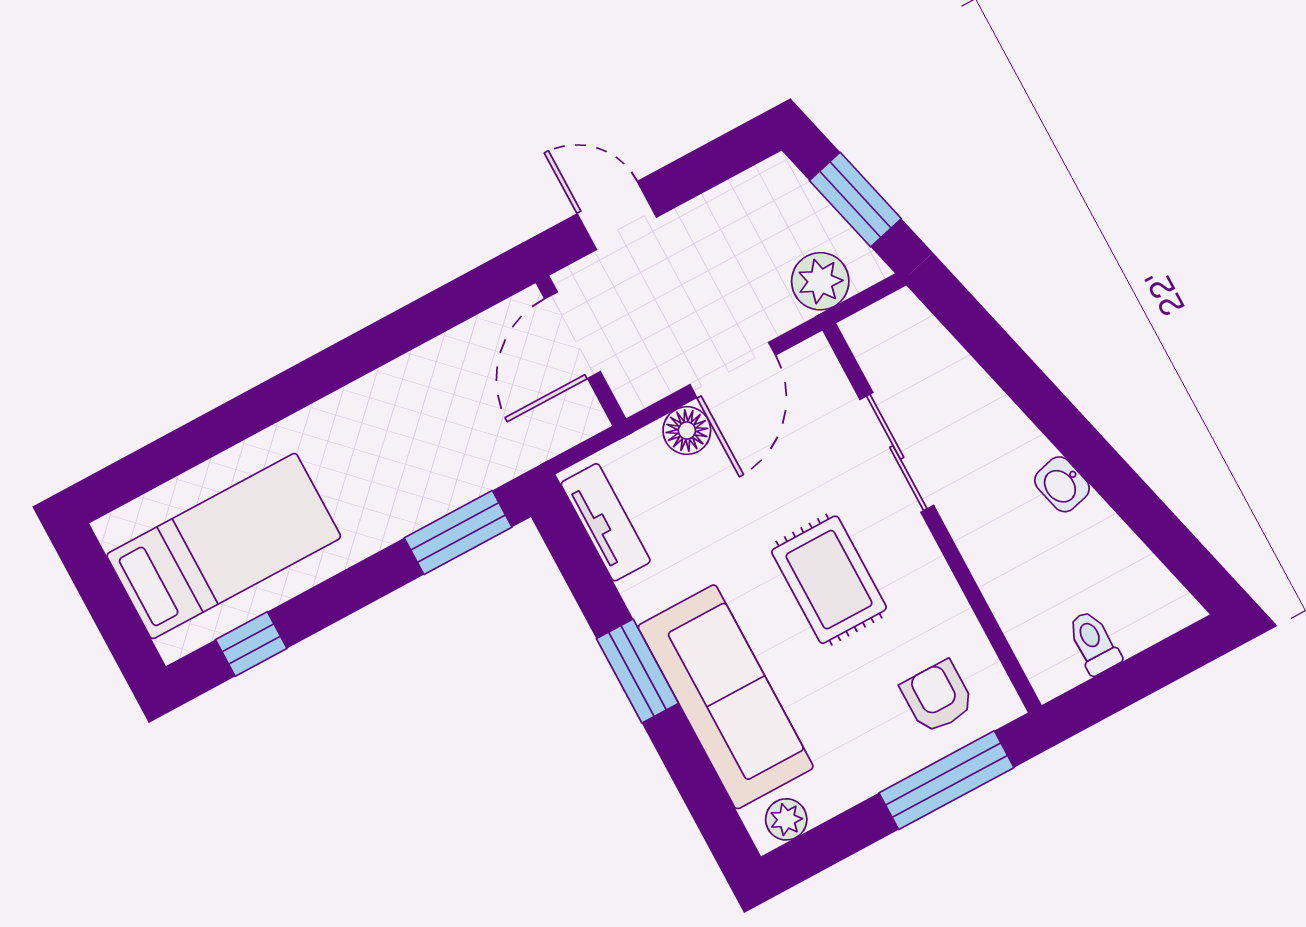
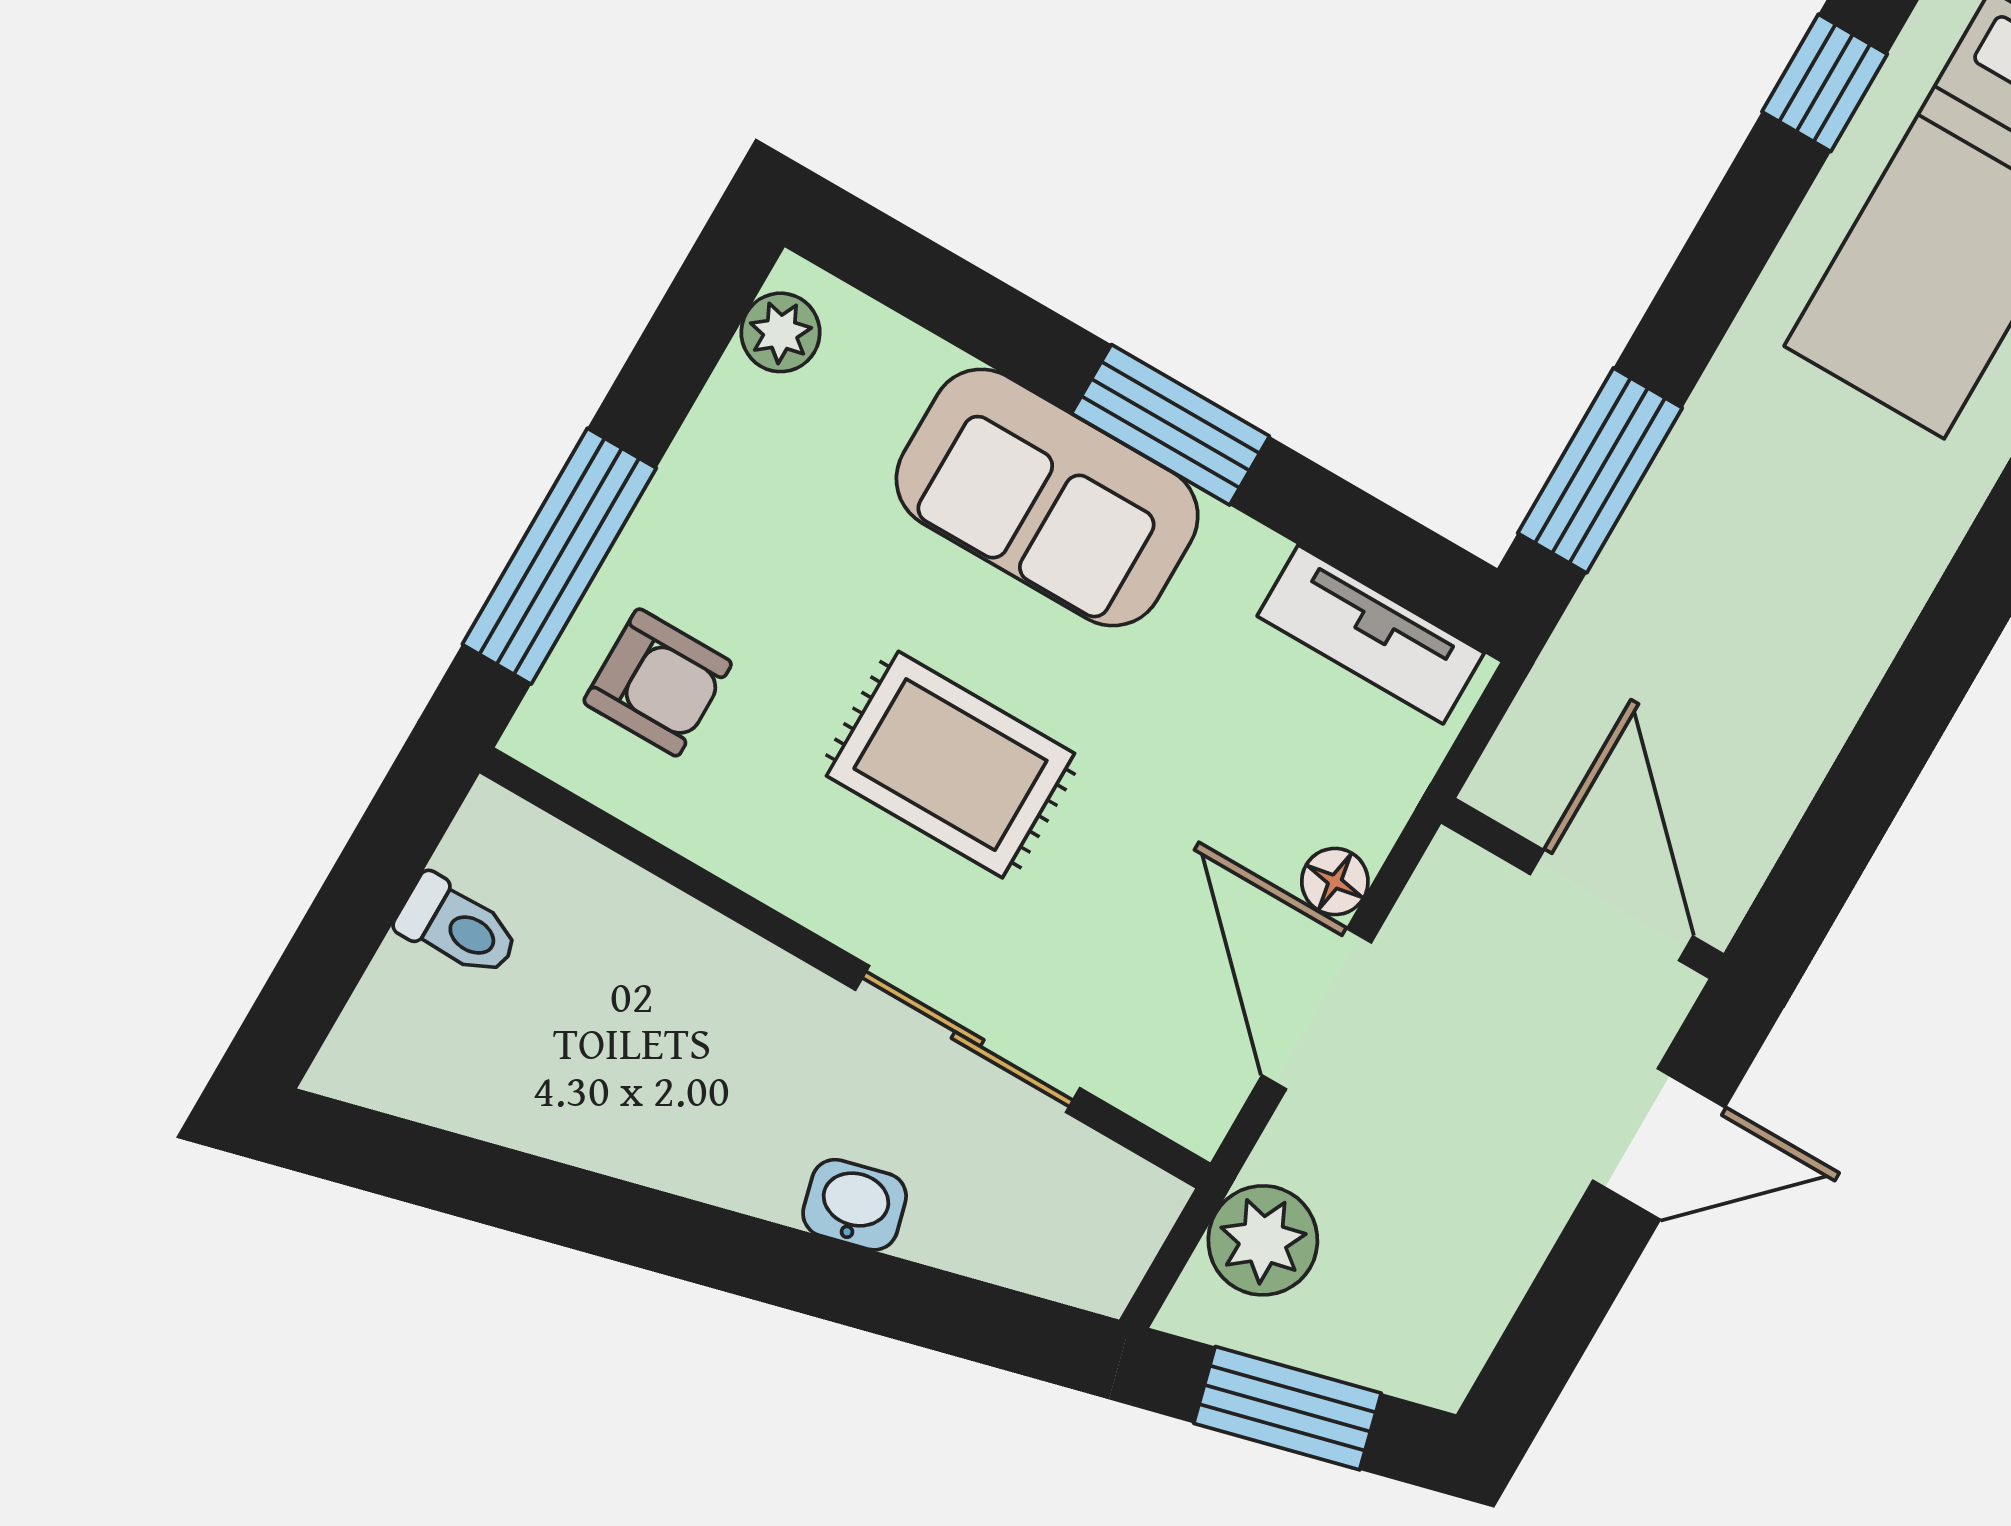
floor lamp: (687, 431) -> (1335, 882), width x0.73, depth x0.73
washbasin: (1062, 484) -> (855, 1205), moved
sofa: (726, 697) -> (1047, 497), width x0.73

